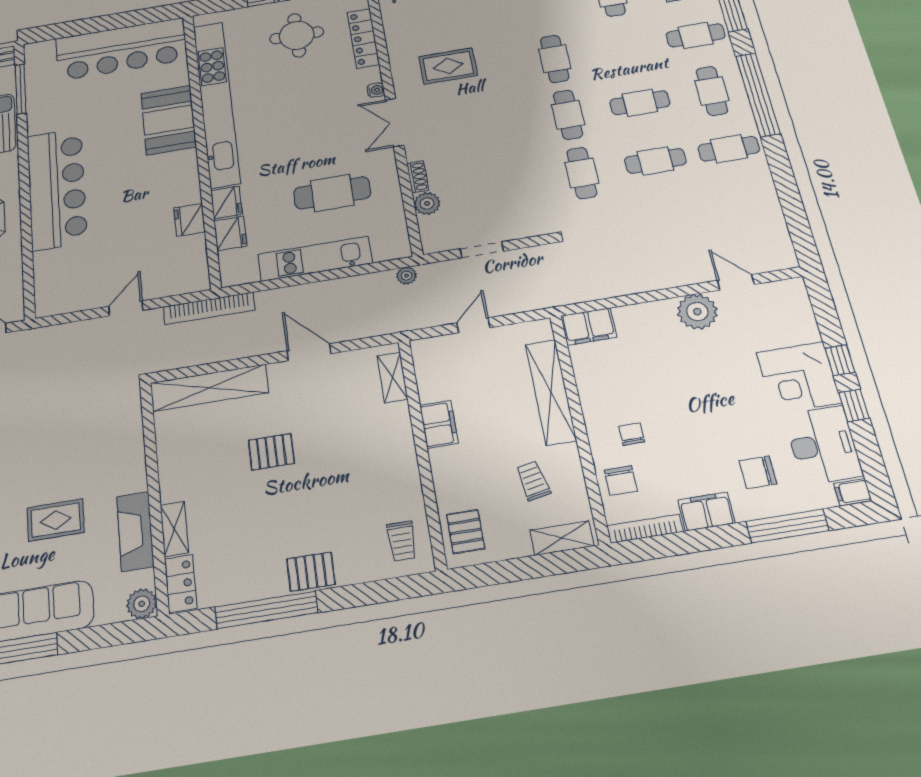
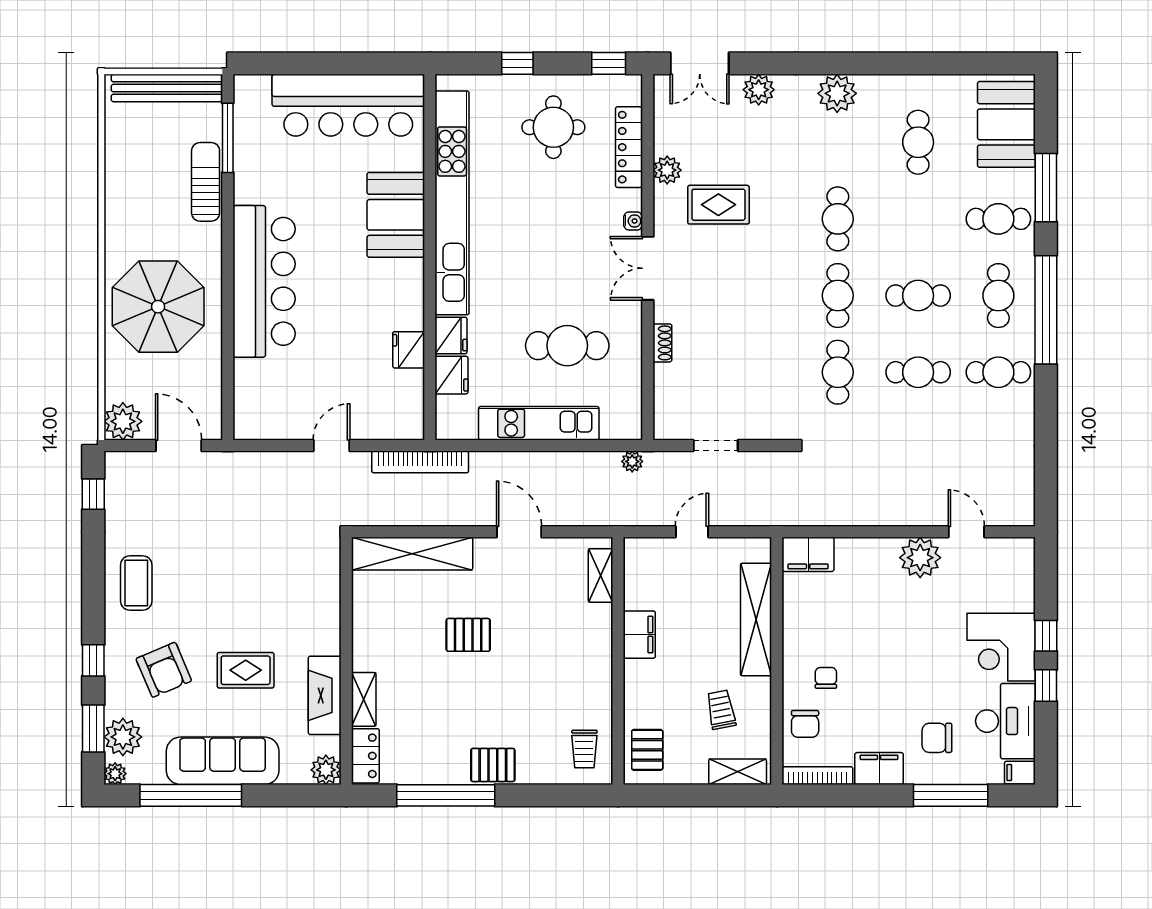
plant: (427, 203) -> (667, 170), moved

